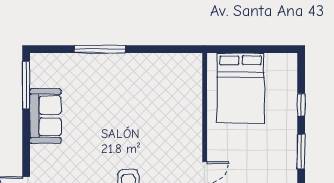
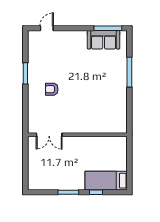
bed: (241, 88) -> (106, 181), moved, width x0.67
sofa: (45, 116) -> (104, 40), moved

